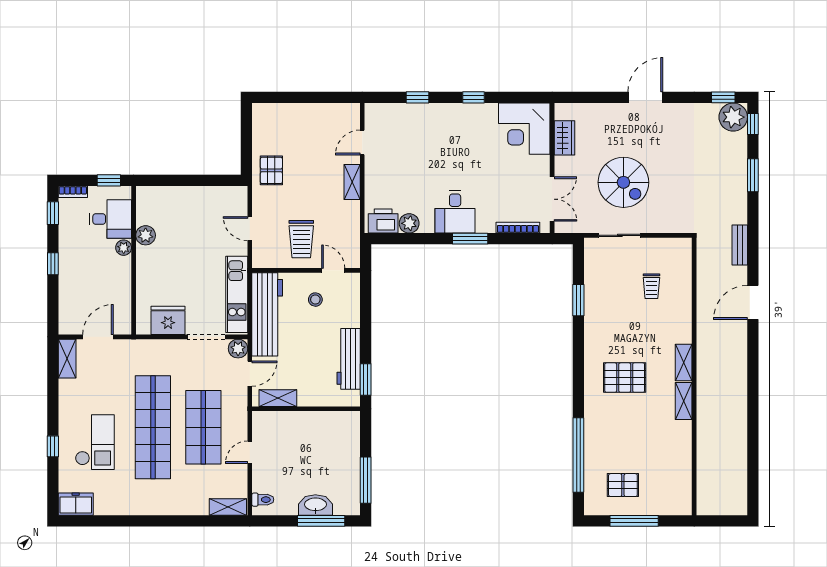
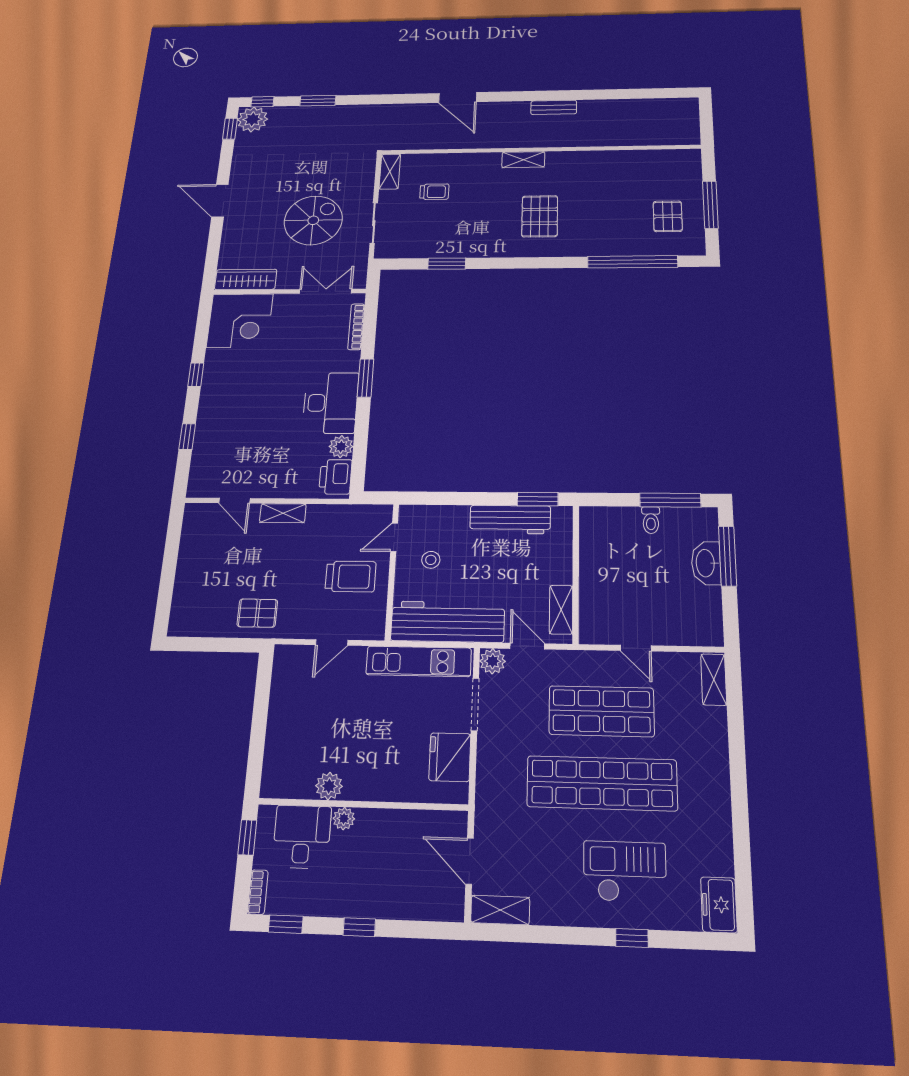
wardrobe: (564, 138) -> (246, 279), width x1.50
desk: (455, 212) -> (330, 403), width x1.37
bench: (740, 245) -> (554, 107), moved
shelving: (684, 401) -> (390, 172), moved, turned 90
toilet: (263, 500) -> (651, 520), moved, turned 180

